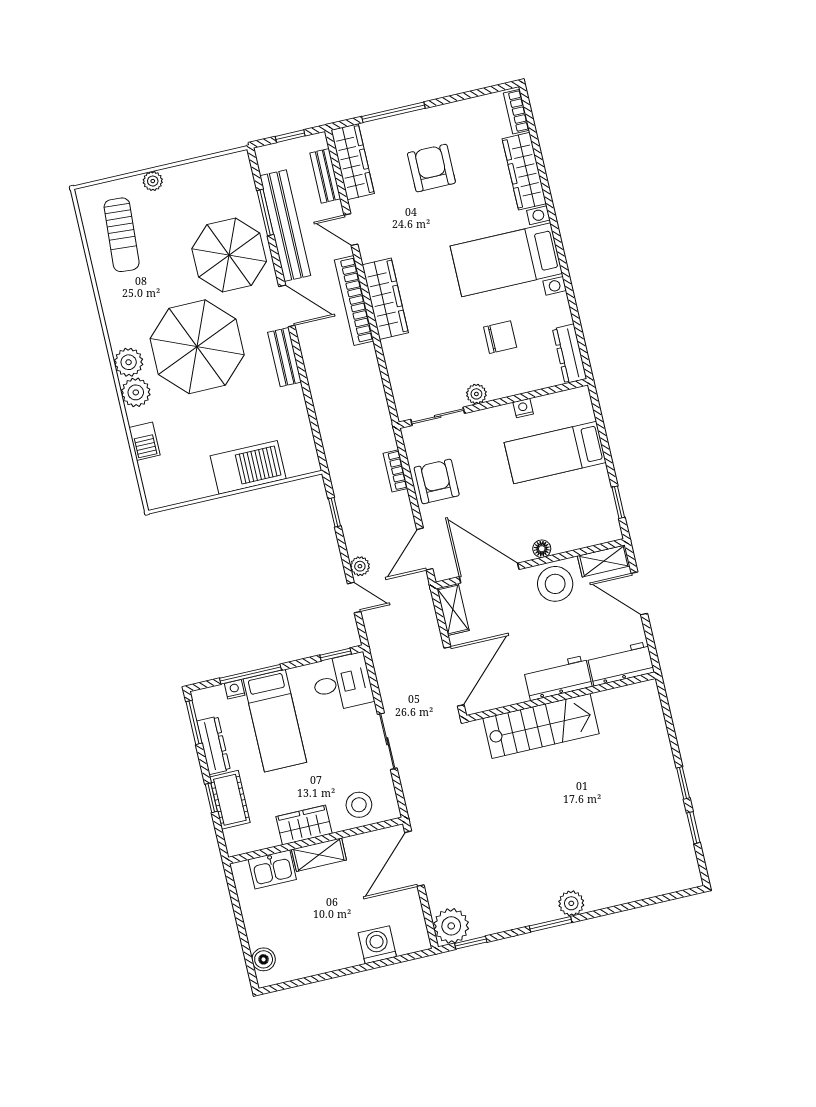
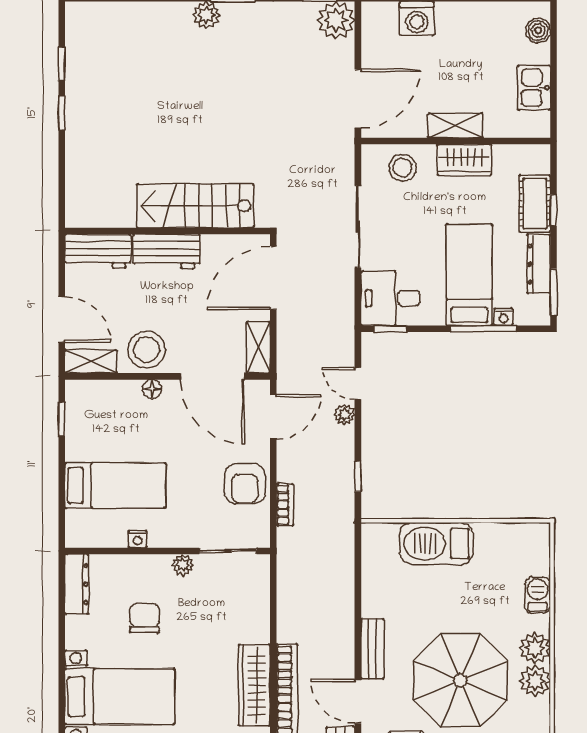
chair: (500, 337) -> (145, 618), turned 90
sliding door: (387, 741) -> (358, 227), width x1.37
kitchen sink: (272, 869) -> (534, 88), moved, turned -90

